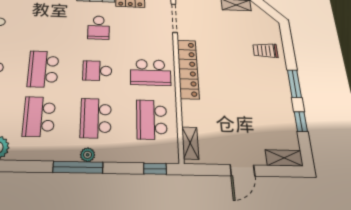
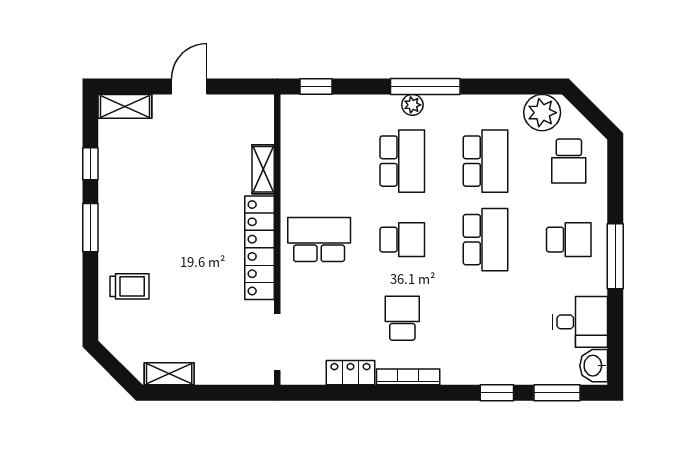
school desk: (152, 120) -> (319, 161), removed
shelving: (190, 143) -> (263, 169), moved

